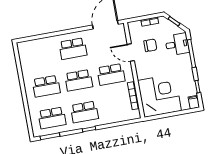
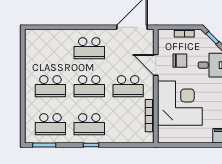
corner desk: (159, 96) -> (180, 103), moved

